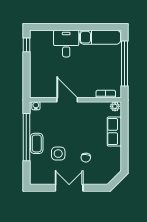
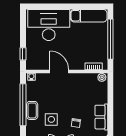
desk: (66, 44) -> (49, 25), width x1.87, depth x1.30
window: (26, 45) -> (23, 54), moved
row of seats: (114, 132) -> (101, 117), moved

